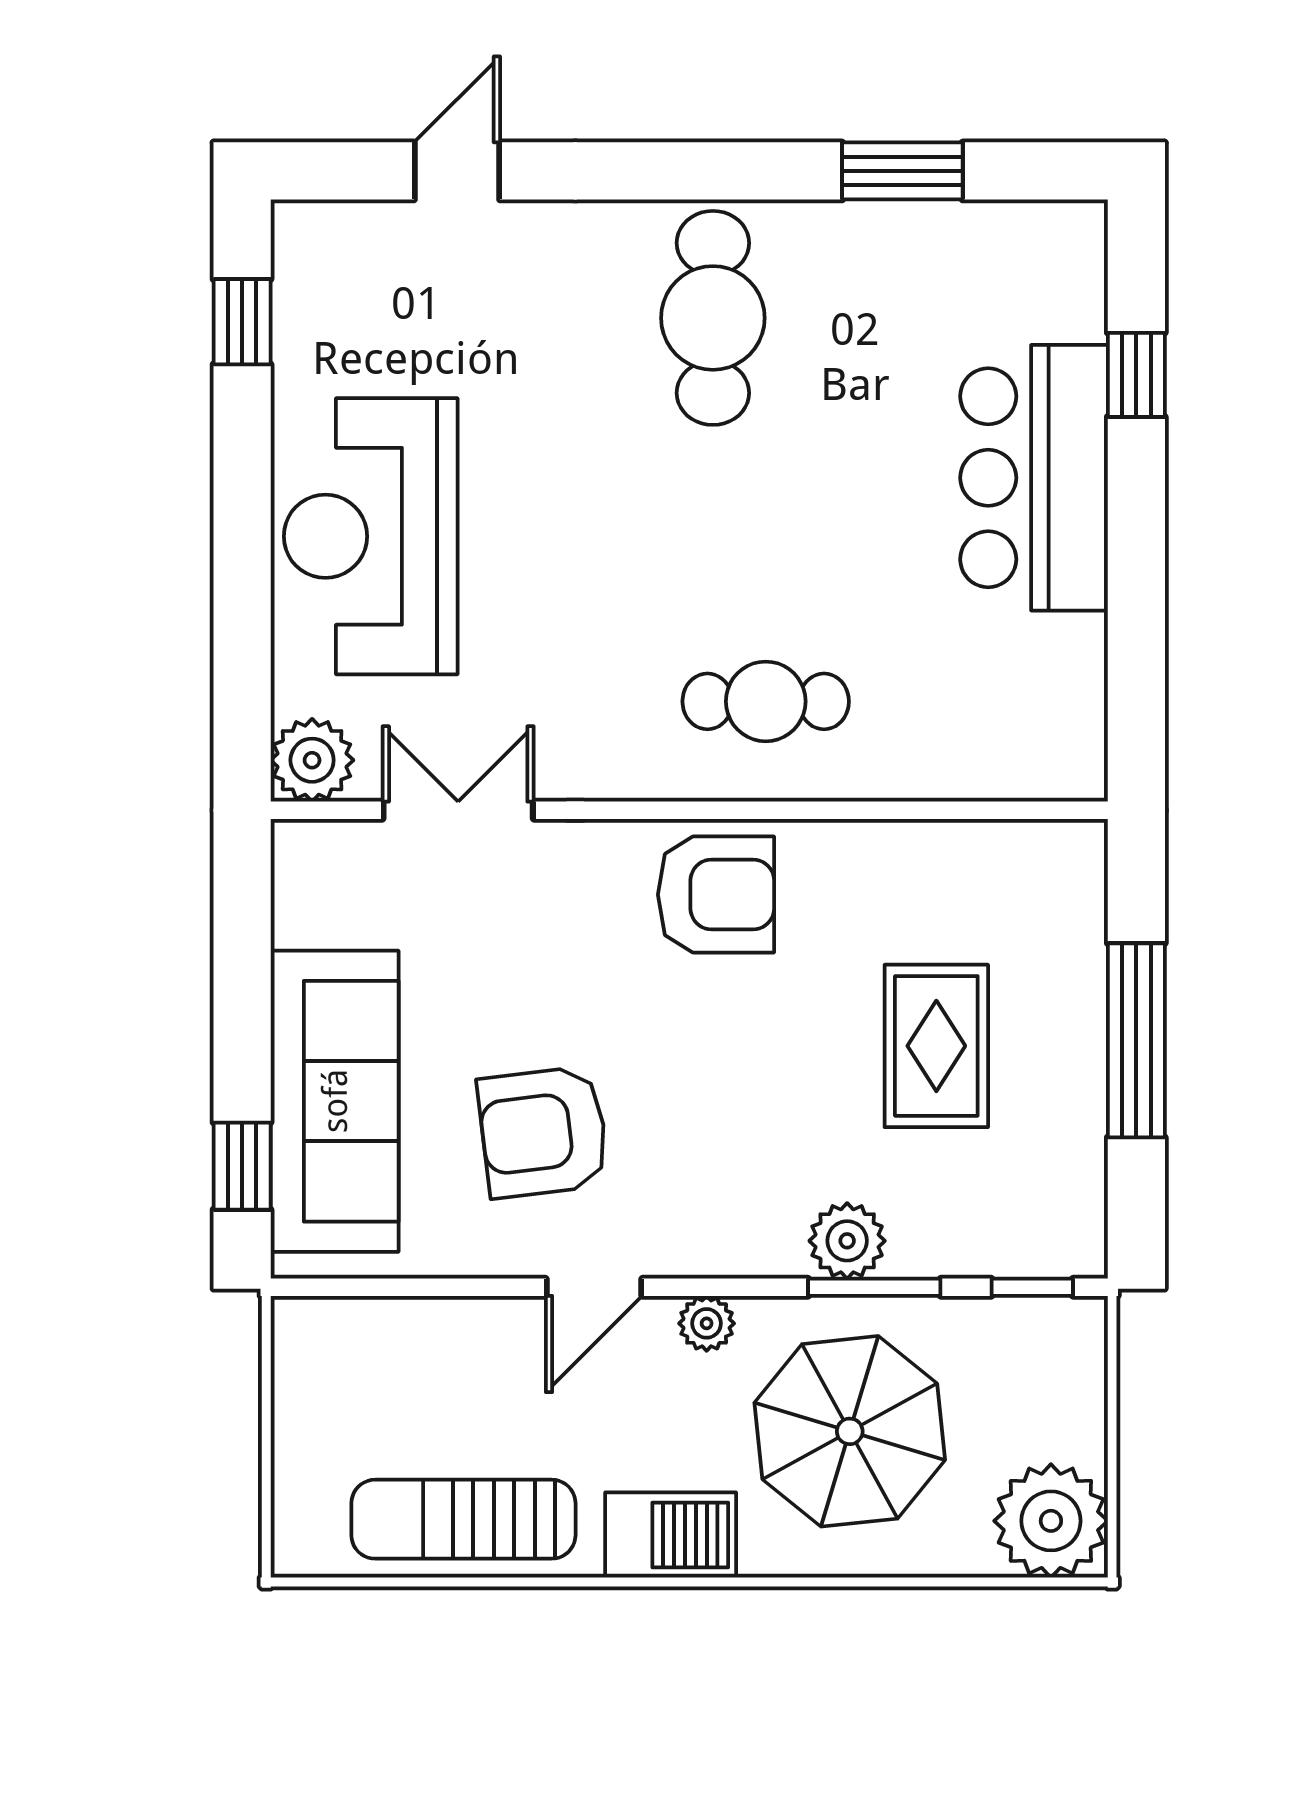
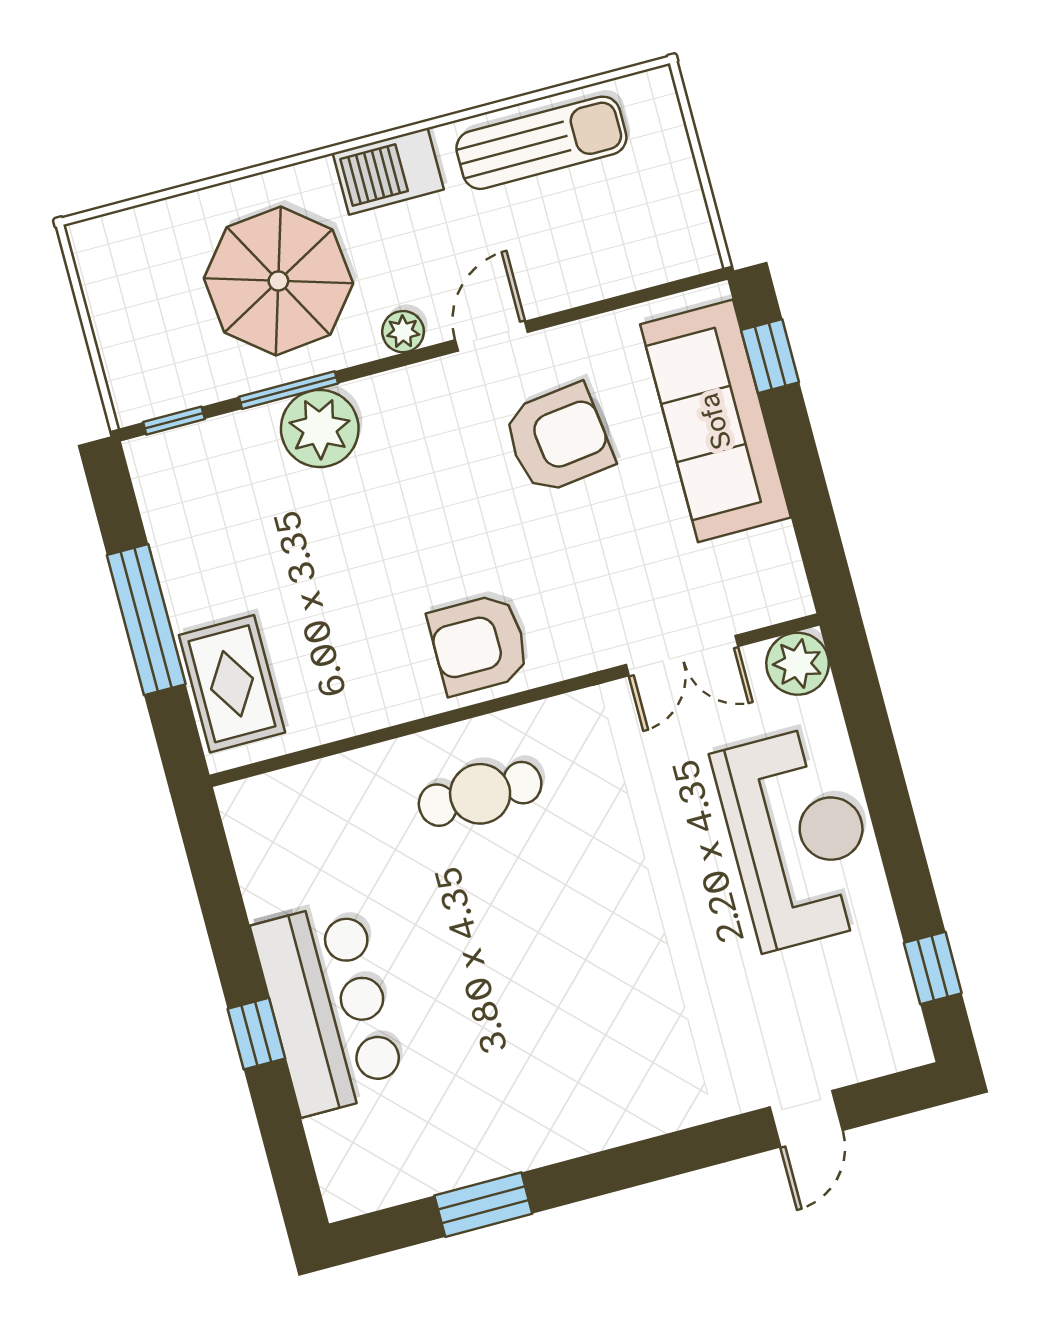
cafe table: (713, 318) -> (592, 1062), removed
window: (1136, 375) -> (256, 1034), moved
rug: (936, 1046) -> (232, 684), moved
plant: (847, 1241) -> (320, 429), width x1.36, depth x1.36
plant: (1051, 1521) -> (115, 255), removed

